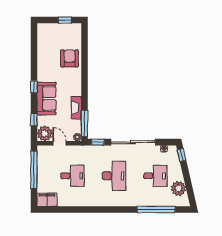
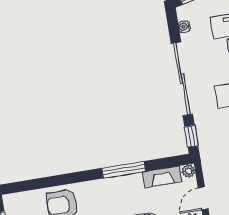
fireplace: (76, 108) -> (162, 177), moved
window: (84, 123) -> (124, 170), moved

